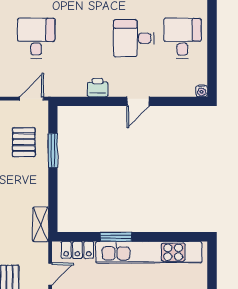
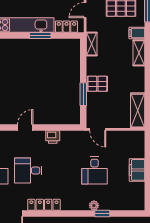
desk: (134, 38) -> (28, 171), turned 180
door: (31, 99) -> (98, 129), hinge flipped
pallet: (24, 142) -> (97, 84), moved, turned 90

